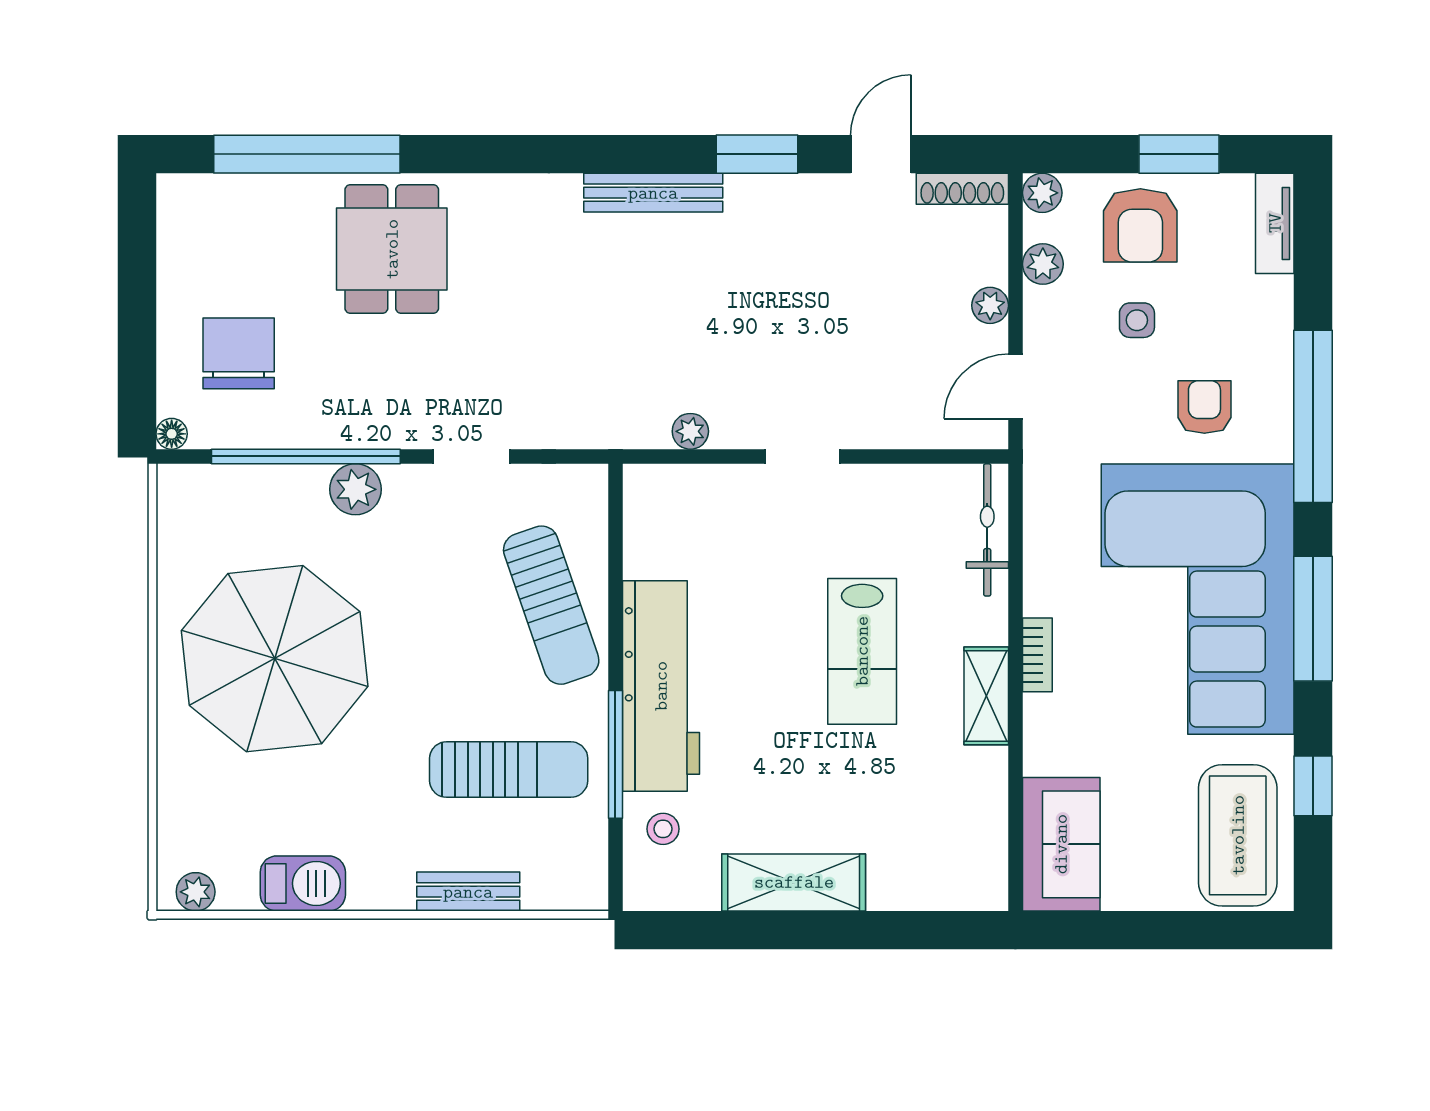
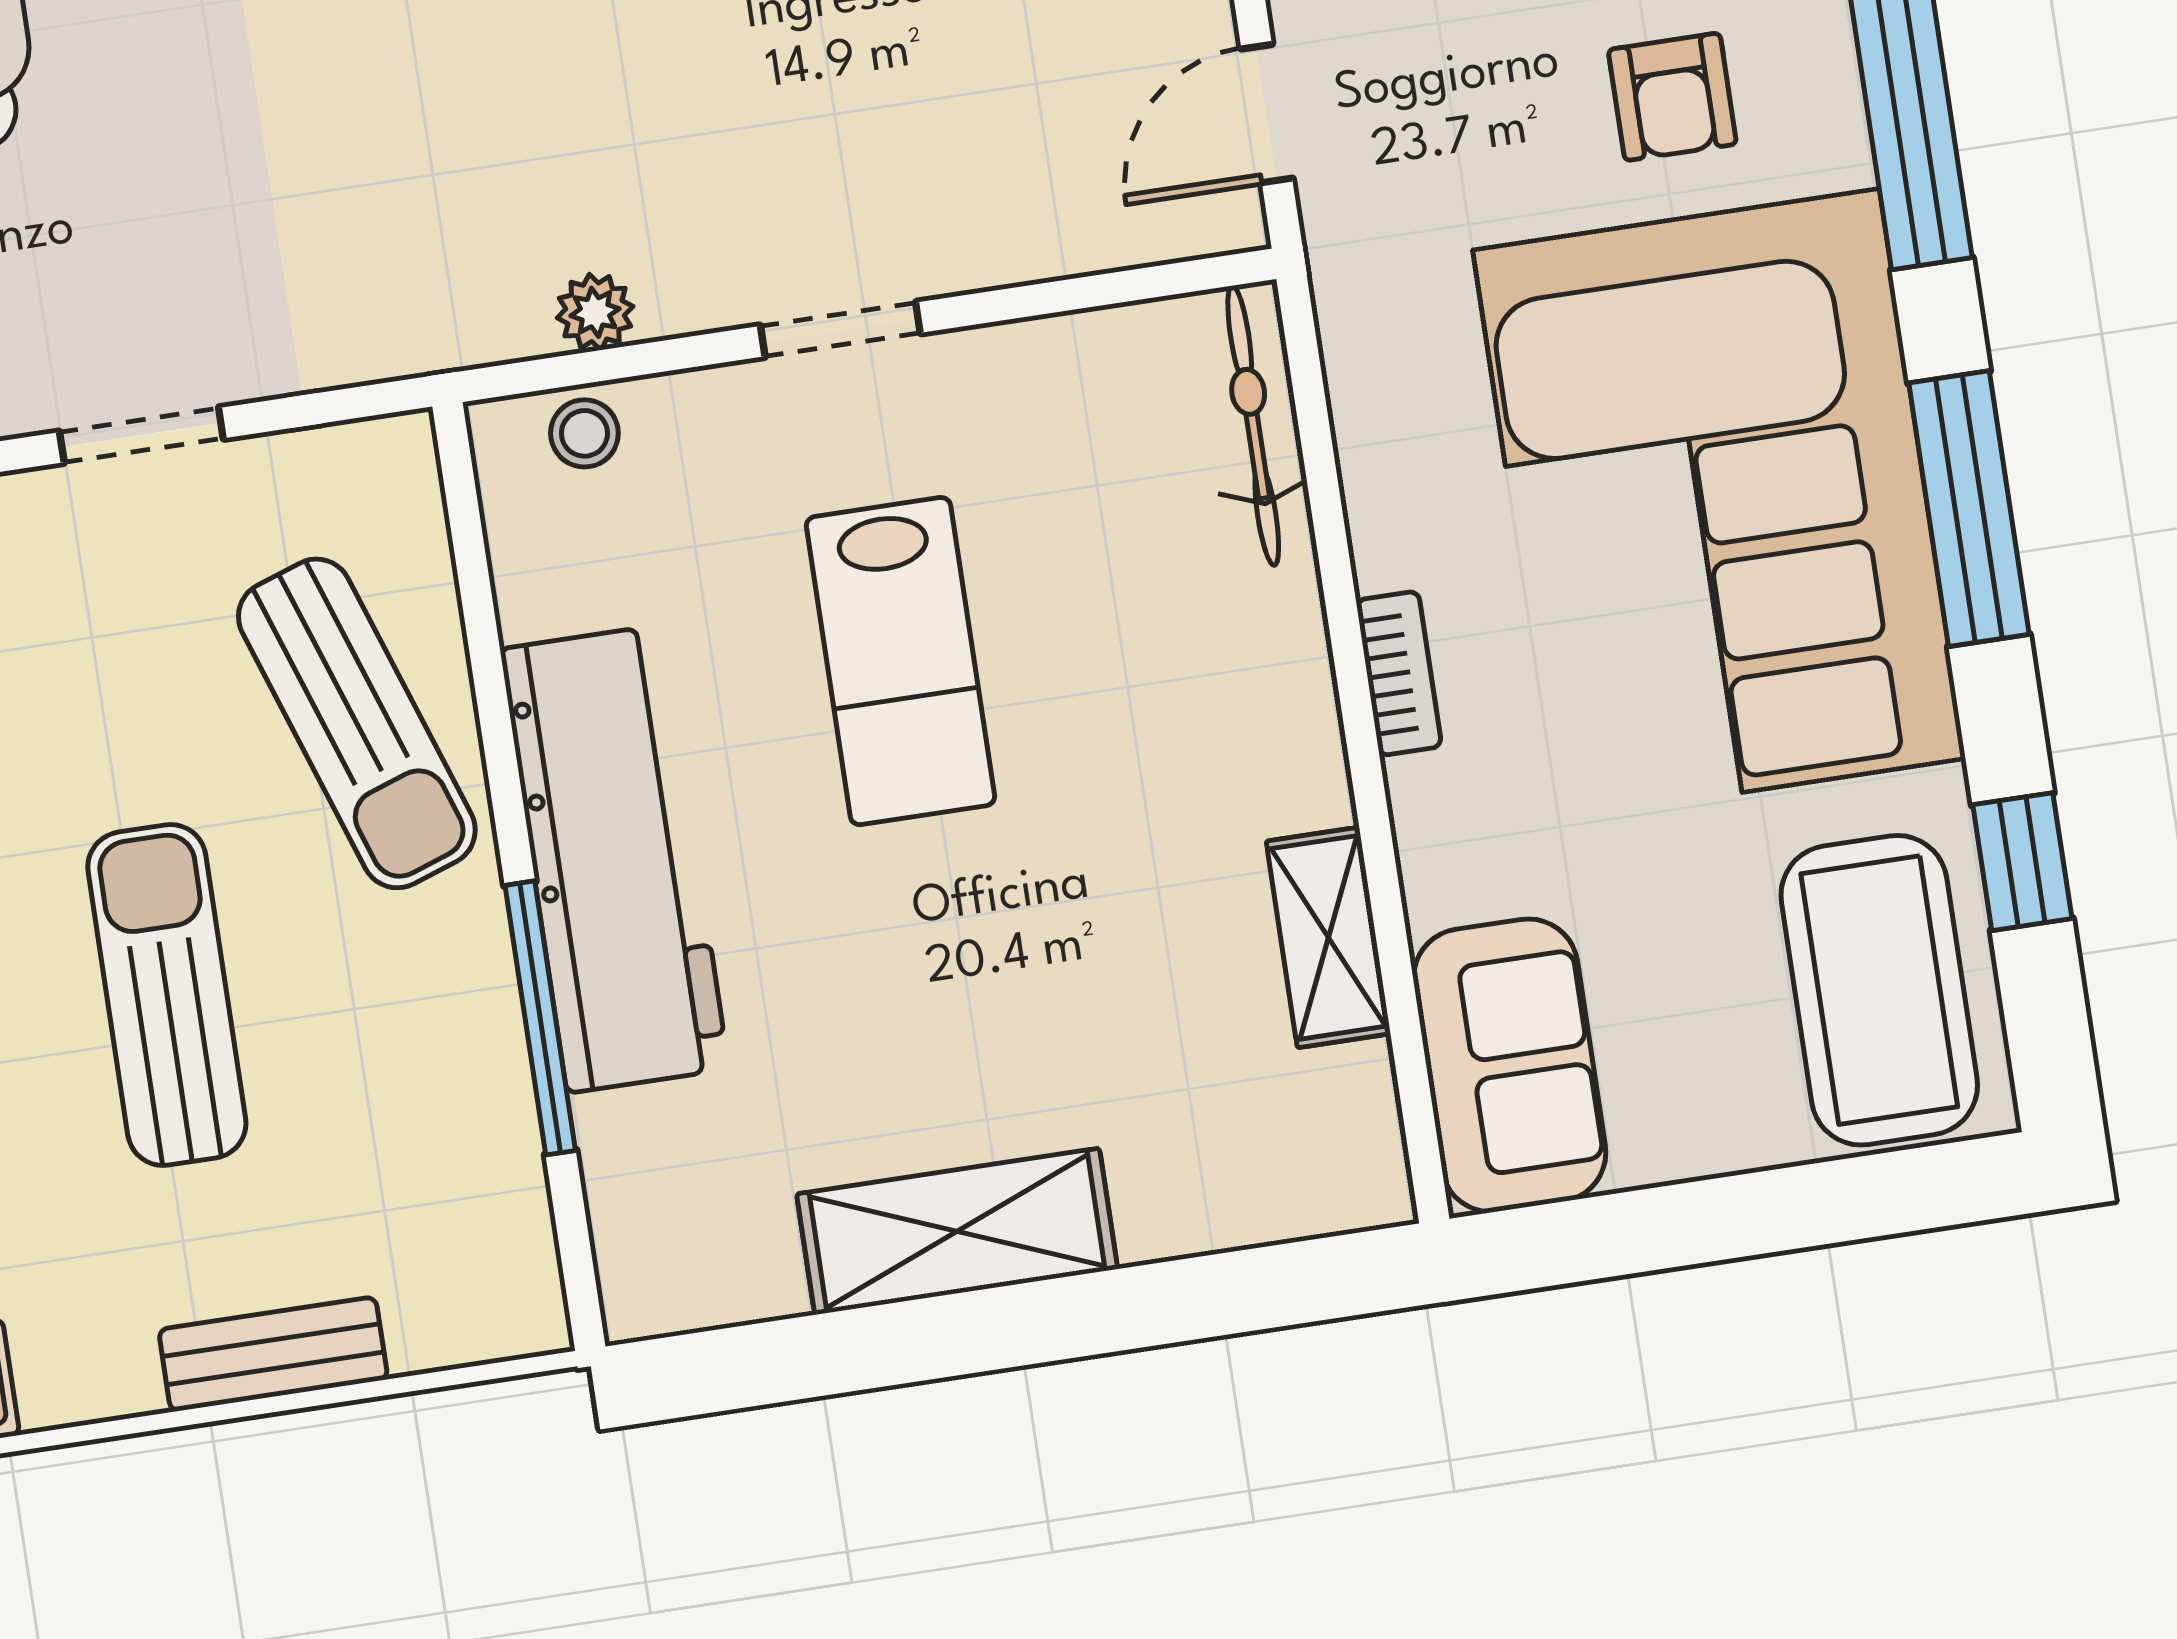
armchair: (1204, 407) -> (1672, 97), turned 180
lab bench: (862, 651) -> (900, 661), moved
shelving: (986, 696) -> (1328, 937), moved
sun lounger: (509, 770) -> (167, 995), moved, turned -90
stool: (663, 829) -> (584, 433), moved

